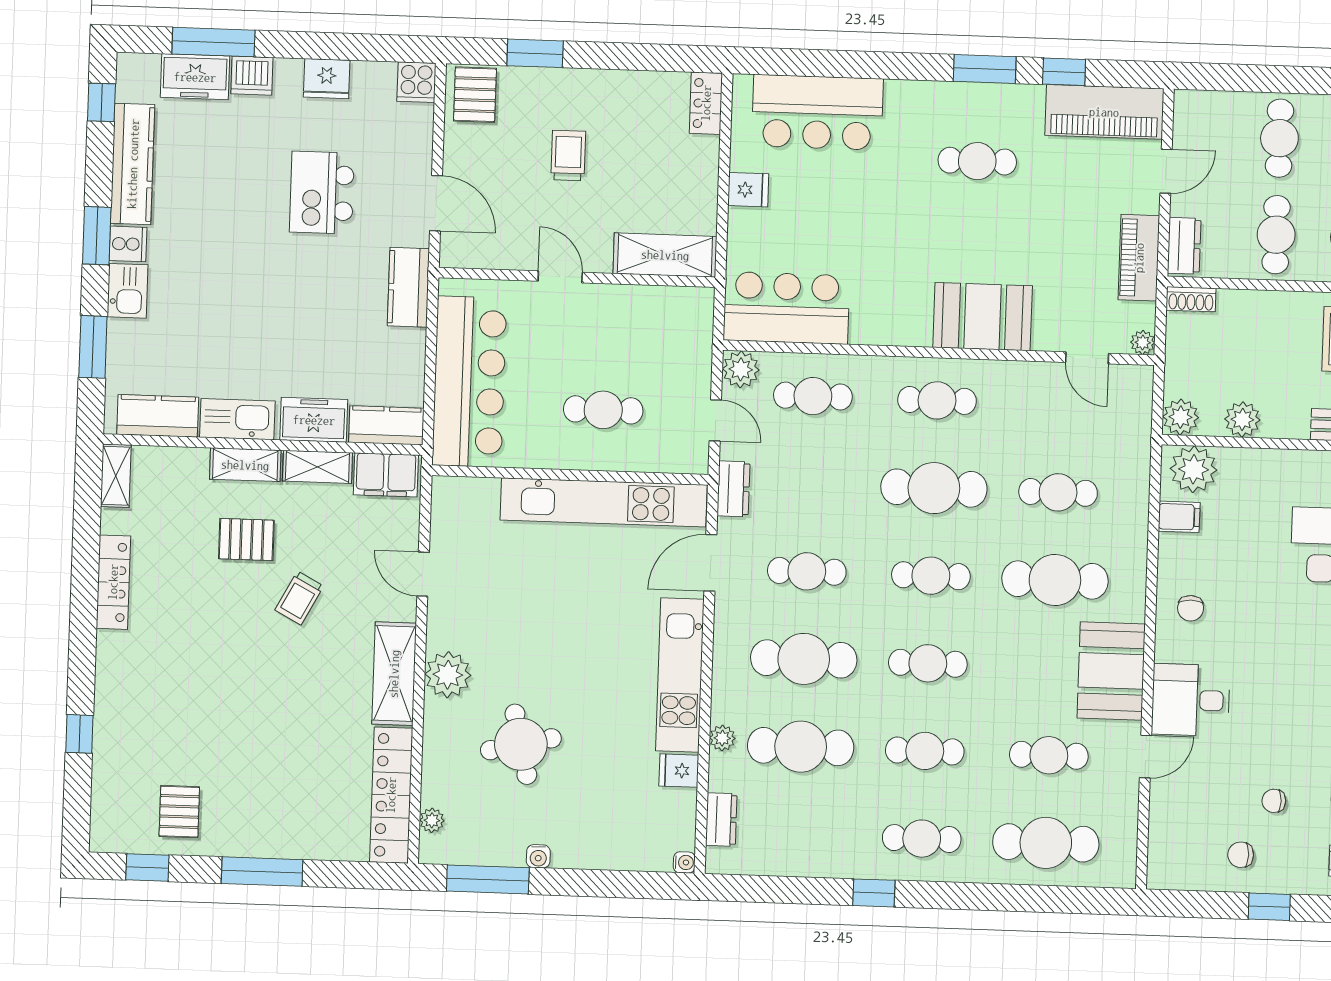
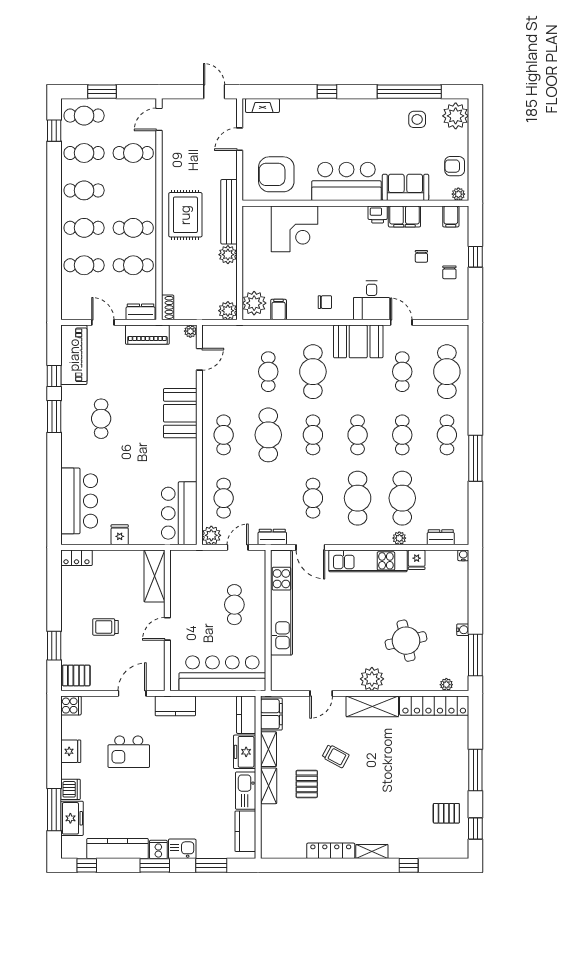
plant: (1242, 419) -> (228, 255), moved
shelving: (116, 476) -> (372, 852), moved
window: (874, 893) -> (475, 458), width x2.17

